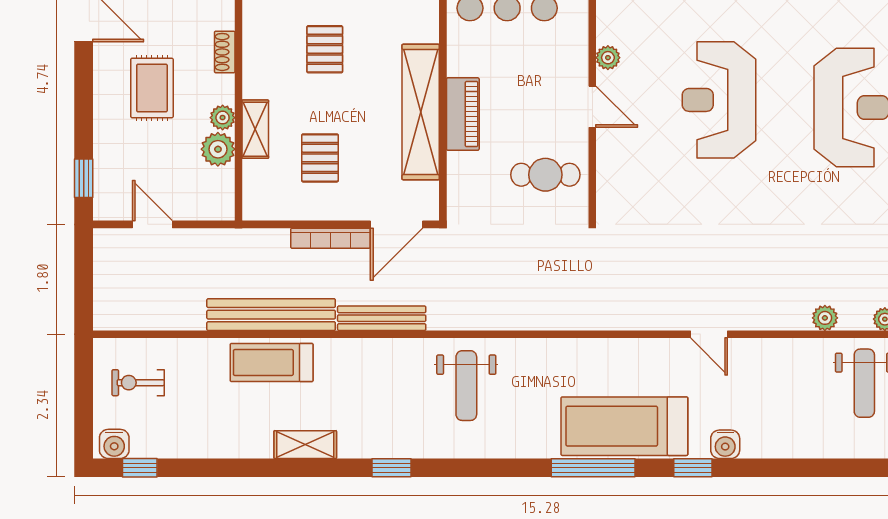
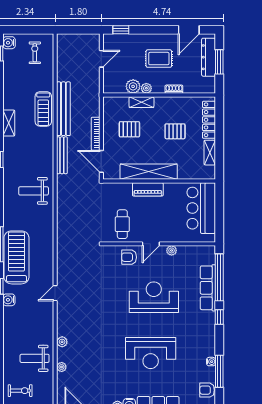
armchair: (624, 158) -> (129, 257), added
treadmill: (272, 362) -> (43, 109), turned 180

